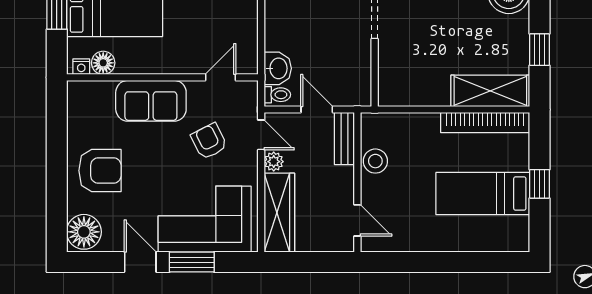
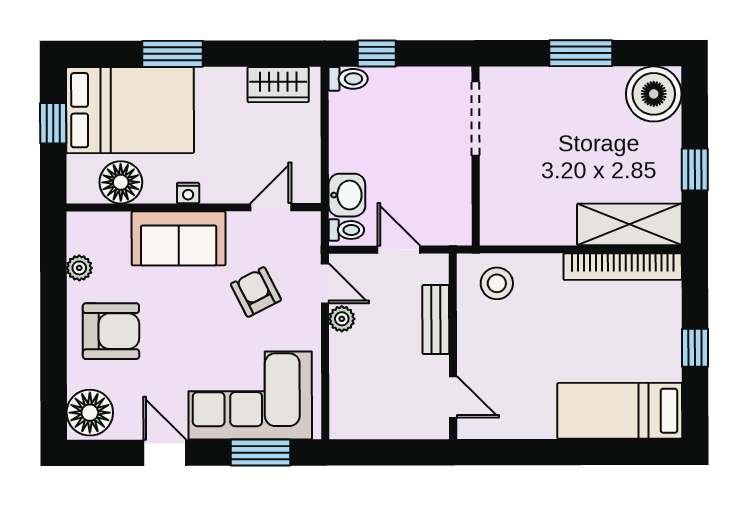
floor lamp: (103, 63) -> (121, 182), width x1.38, depth x1.38
nightstand: (81, 67) -> (188, 193), moved
plant: (76, 123) -> (79, 268), added
bench: (344, 139) -> (436, 319), moved
stool: (375, 161) -> (497, 283), moved
bed: (483, 194) -> (620, 411), moved
wardrobe: (279, 213) -> (349, 387), removed
window: (192, 262) -> (260, 453), moved

